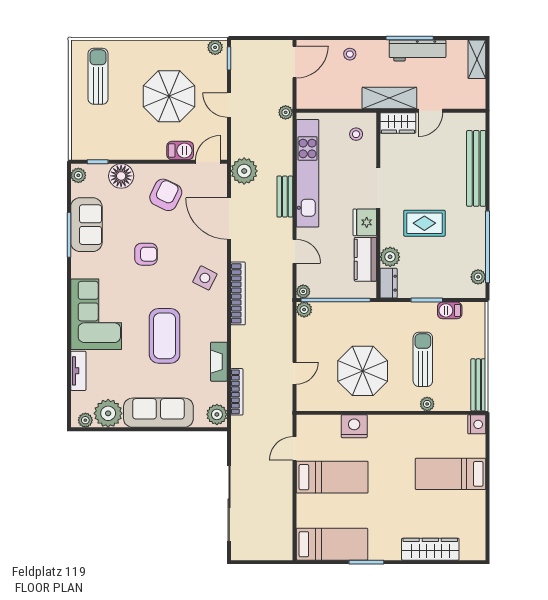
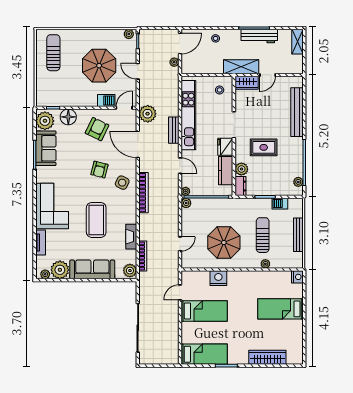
plant: (286, 112) -> (174, 62), moved
plant: (78, 175) -> (45, 121), width x1.88, depth x1.88
armchair: (146, 254) -> (99, 170), moved, turned 104
bench: (478, 385) -> (298, 235), moved

